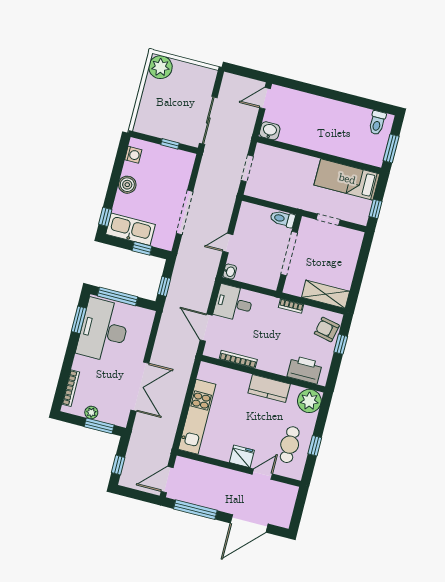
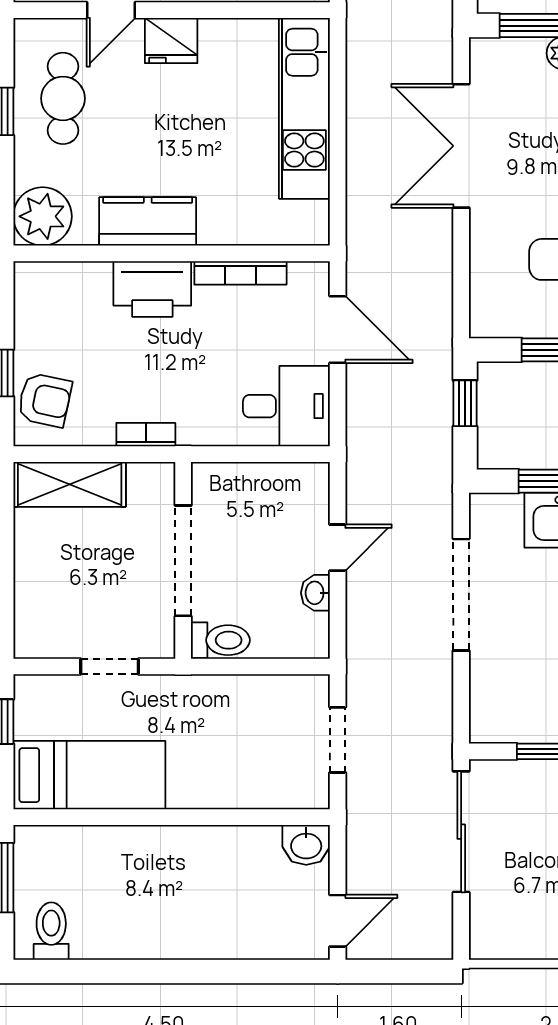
washbasin: (230, 272) -> (315, 593), moved
printer: (305, 370) -> (152, 289), moved

